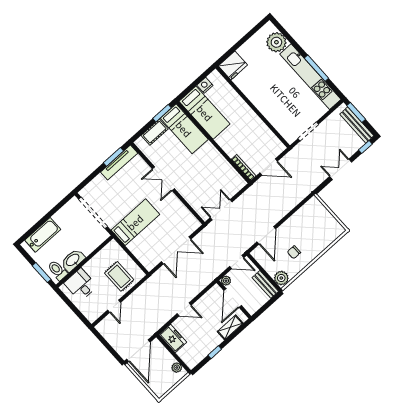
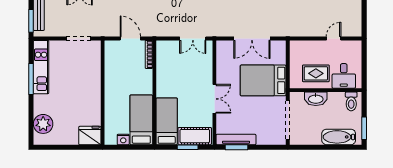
kitchen unit: (310, 77) -> (41, 67), width x0.73
window: (162, 113) -> (188, 147), moved
cot: (155, 132) -> (195, 136), width x1.37, depth x1.34
bed: (135, 222) -> (263, 80), width x1.50
double door: (176, 250) -> (252, 38), swing flipped
washbasin: (73, 260) -> (316, 99), moved
window: (42, 273) -> (364, 128), moved
rug: (119, 276) -> (316, 73), moved, turned 90

